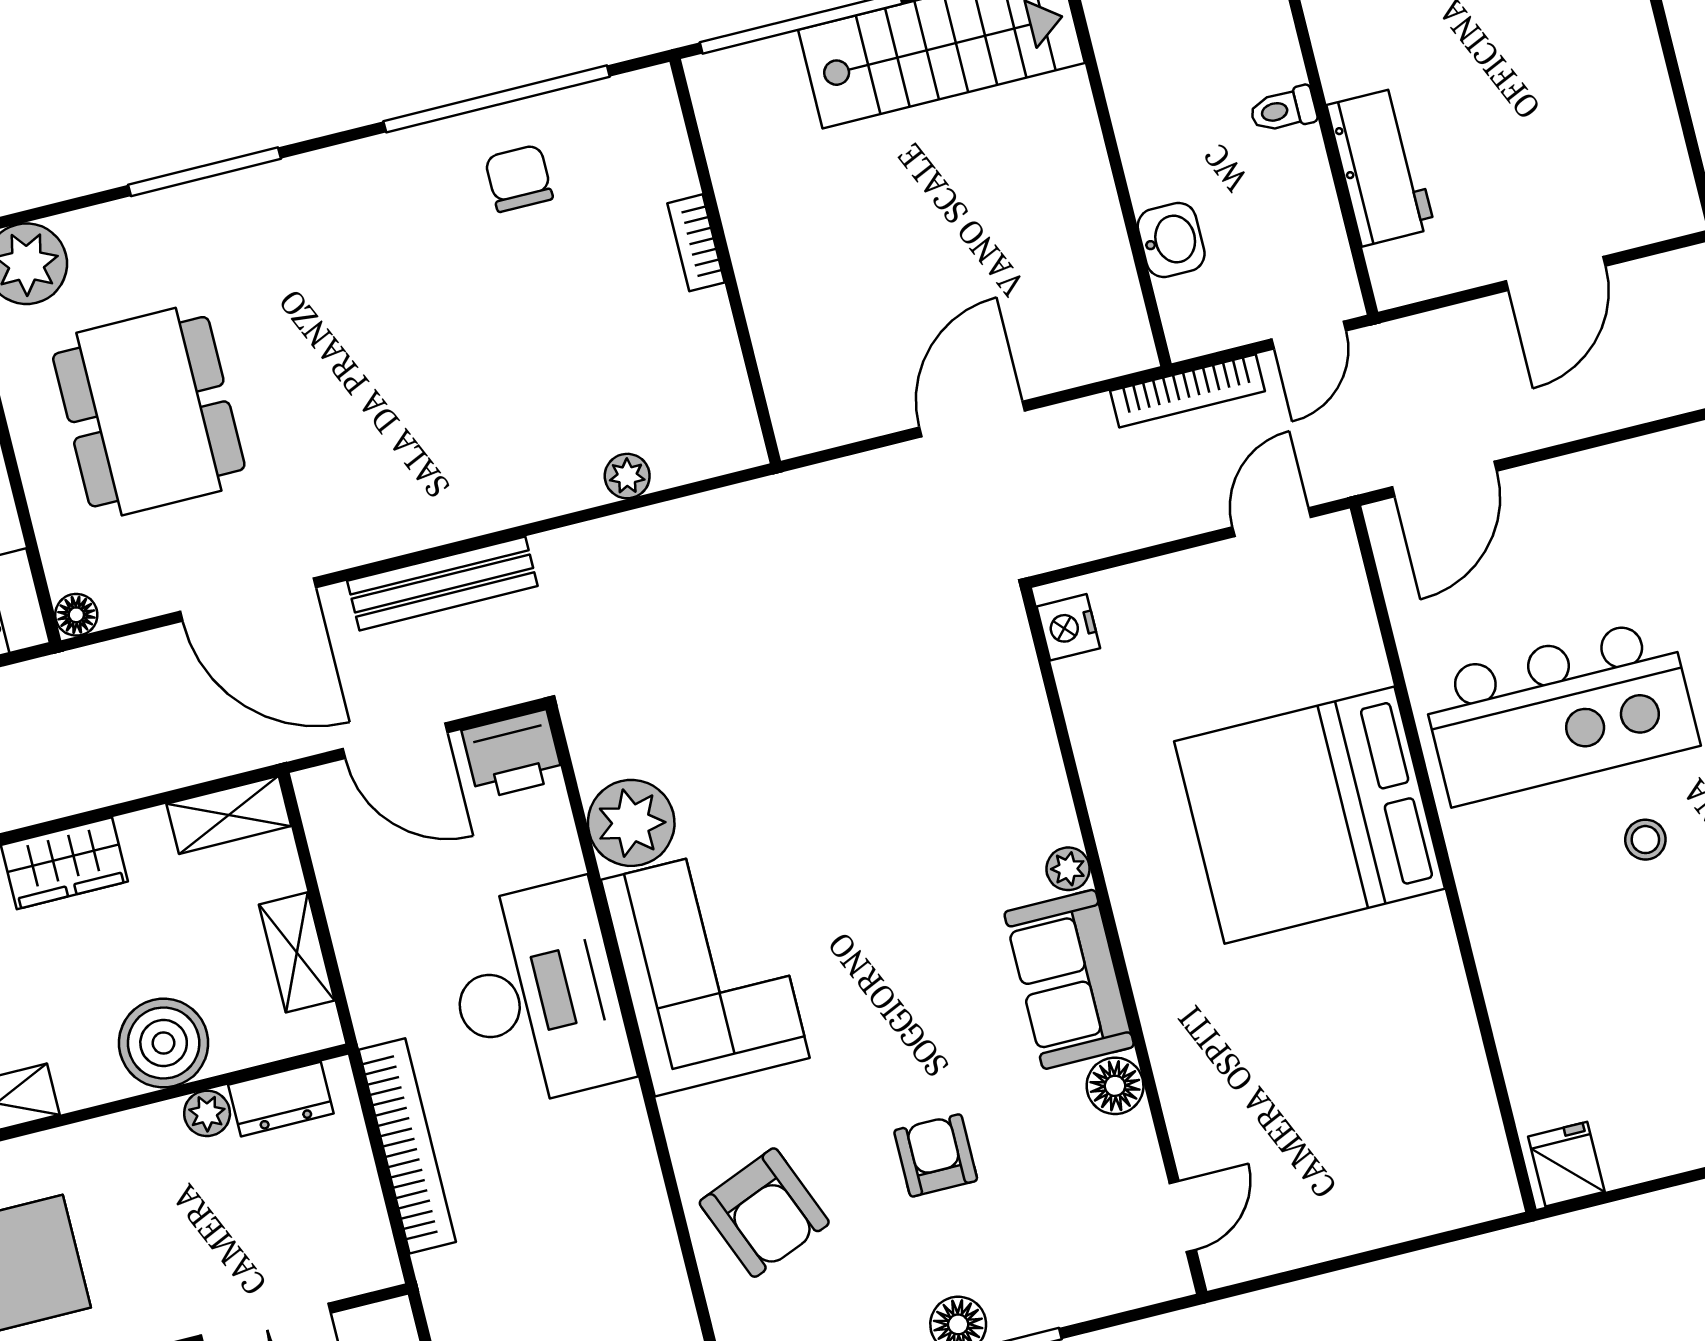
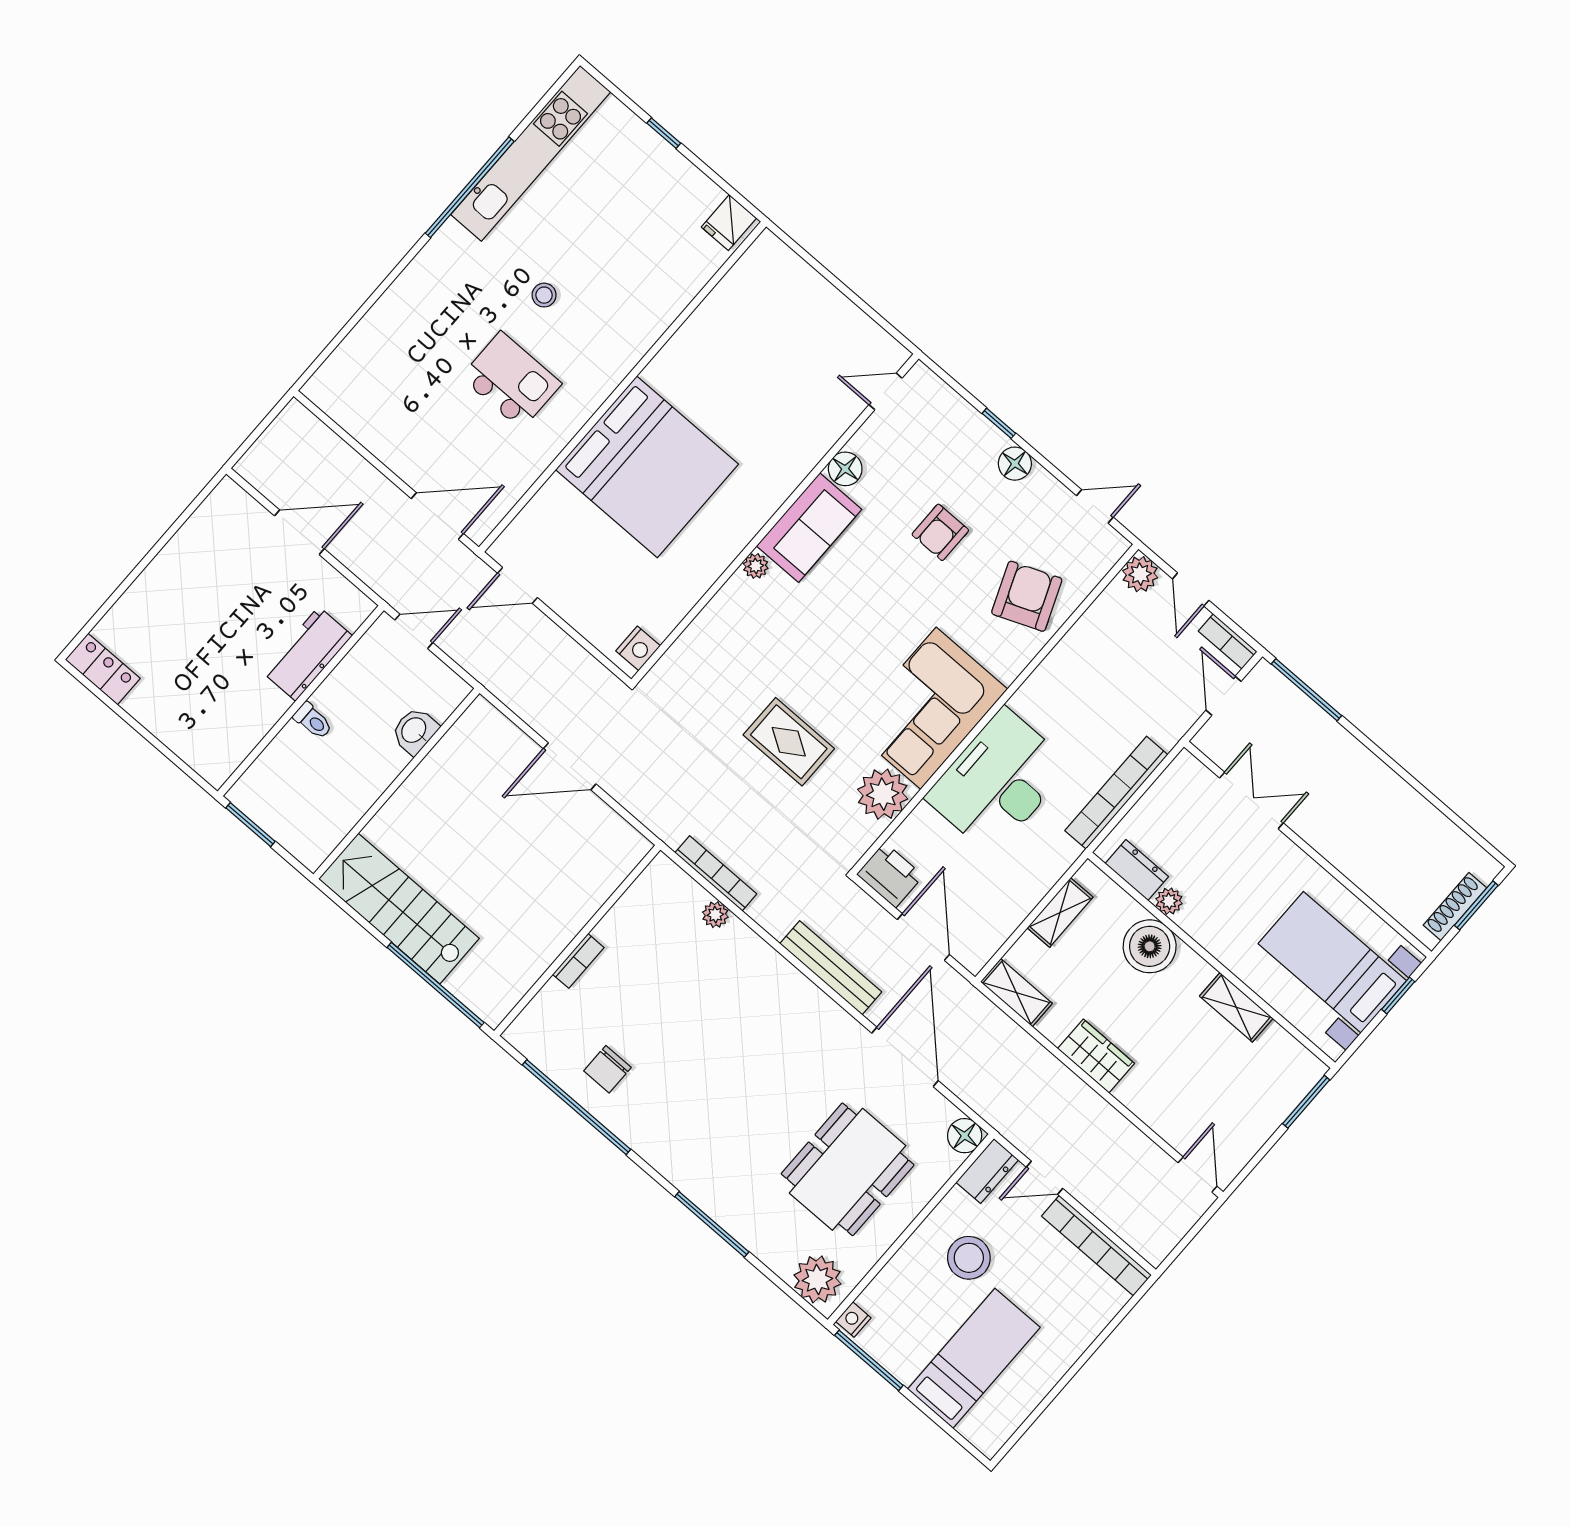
bookcase: (1188, 391) -> (716, 873), moved
floor lamp: (76, 615) -> (965, 1136), width x1.37, depth x1.37
kitchen island: (1560, 712) -> (511, 380), width x0.54, depth x0.78
rug: (794, 744) -> (789, 742), added

